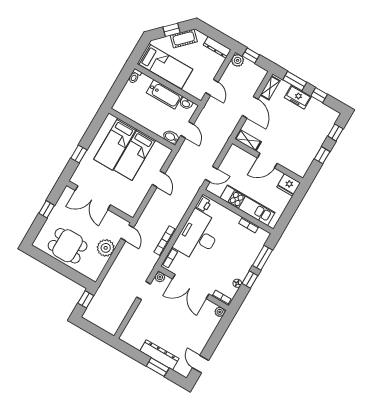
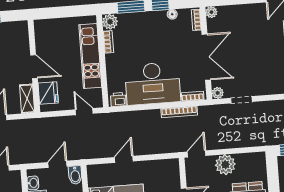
fridge: (289, 185) -> (48, 93), moved
plant: (262, 236) -> (110, 22), added

